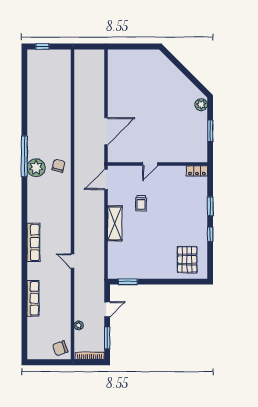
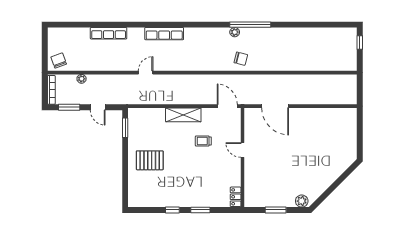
plant: (36, 168) -> (235, 32), width x0.53, depth x0.53
pallet: (187, 260) -> (150, 160), moved

